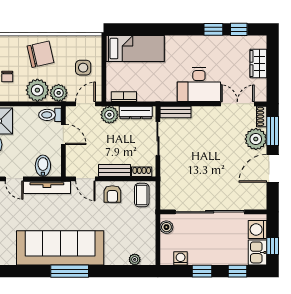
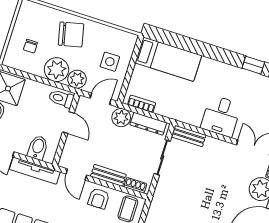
desk: (199, 85) -> (221, 116), width x0.73

